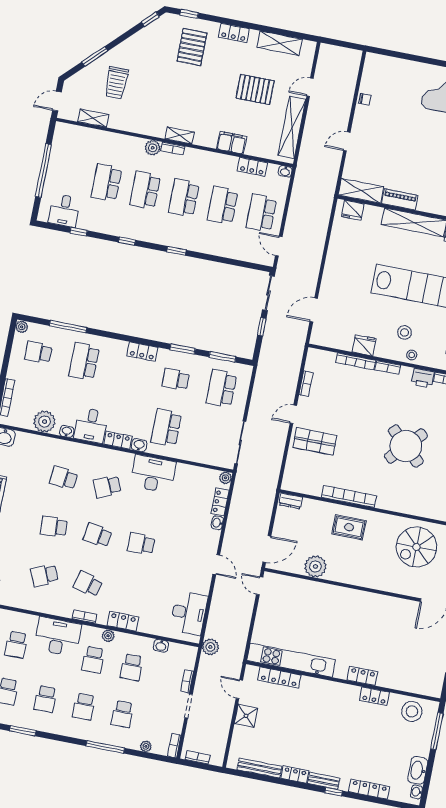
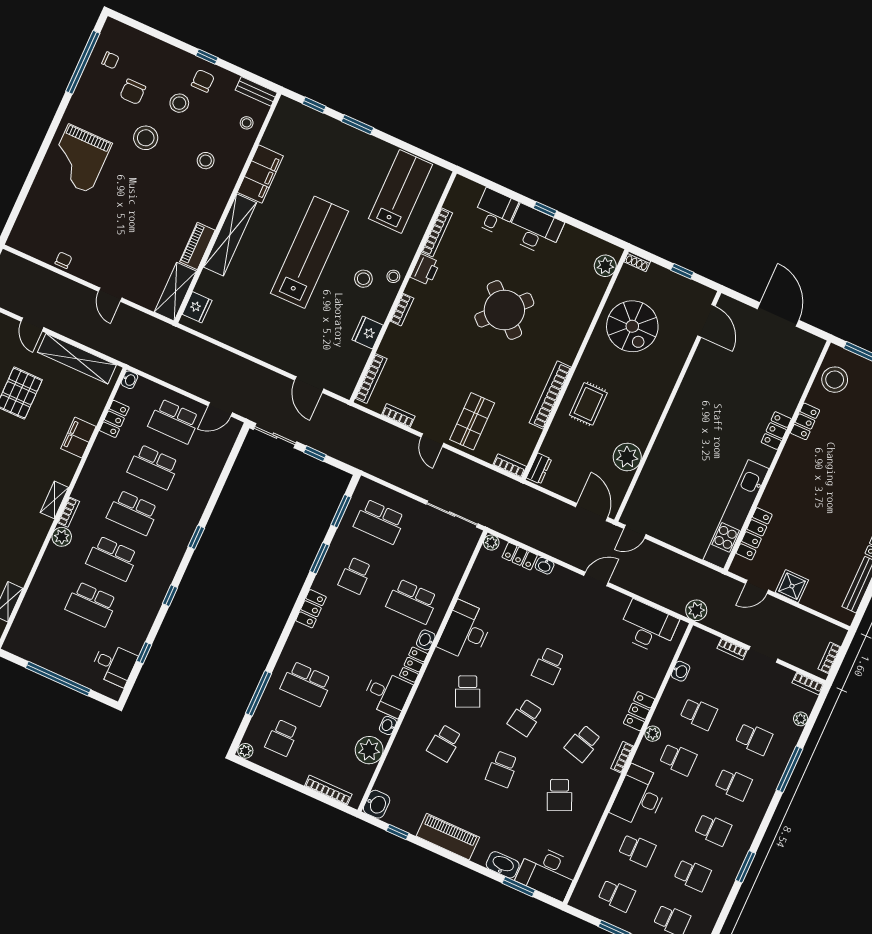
bookcase: (356, 361) -> (371, 379), moved
bookcase: (288, 478) -> (510, 466), added

